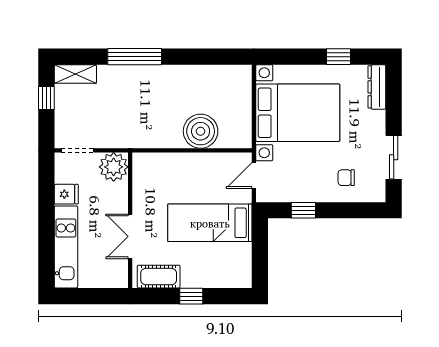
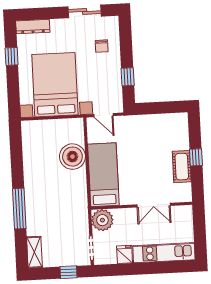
window: (46, 98) -> (68, 272), moved
bed: (210, 223) -> (103, 175), moved, turned 180
cot: (159, 277) -> (182, 167), moved

